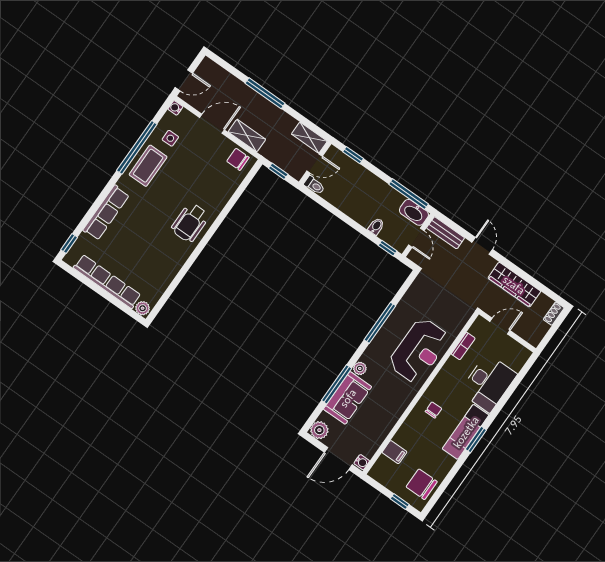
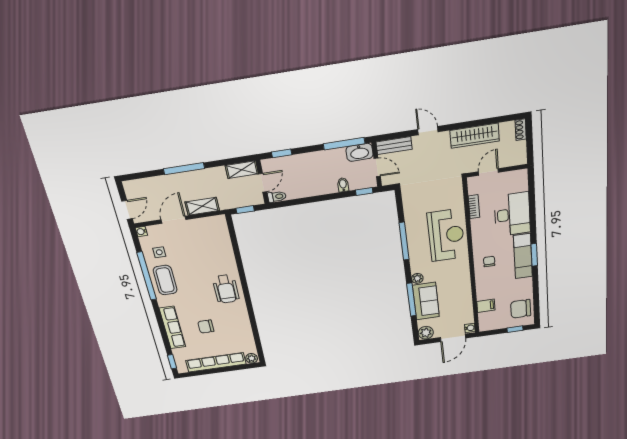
chair: (238, 159) -> (206, 327), moved

